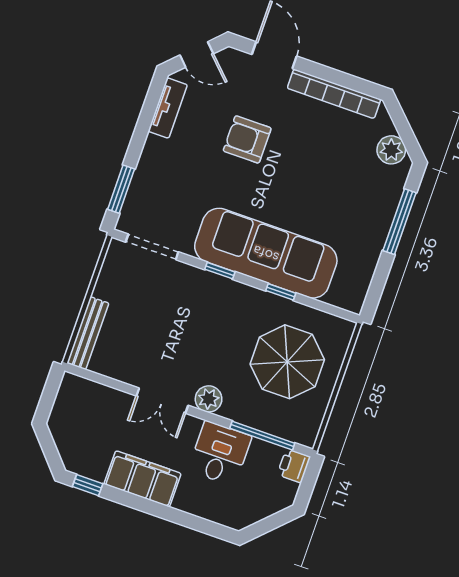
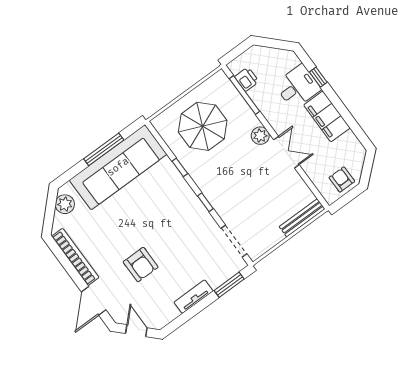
tv unit: (168, 108) -> (194, 297), moved
window: (400, 222) -> (104, 149), moved
sofa: (266, 253) -> (118, 167), moved, turned -90
armchair: (71, 414) -> (342, 179), added
desk: (220, 453) -> (298, 87), moved, turned 180
printer: (294, 466) -> (247, 79), moved, turned -90
window: (88, 485) -> (318, 77), moved

